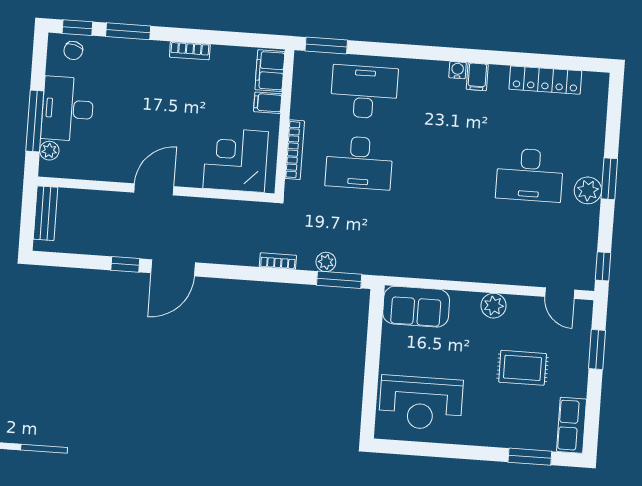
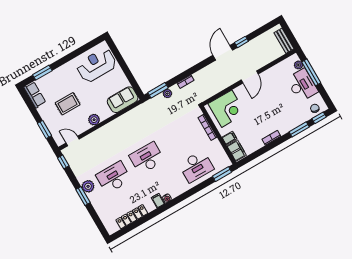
desk: (359, 163) -> (147, 158), moved

